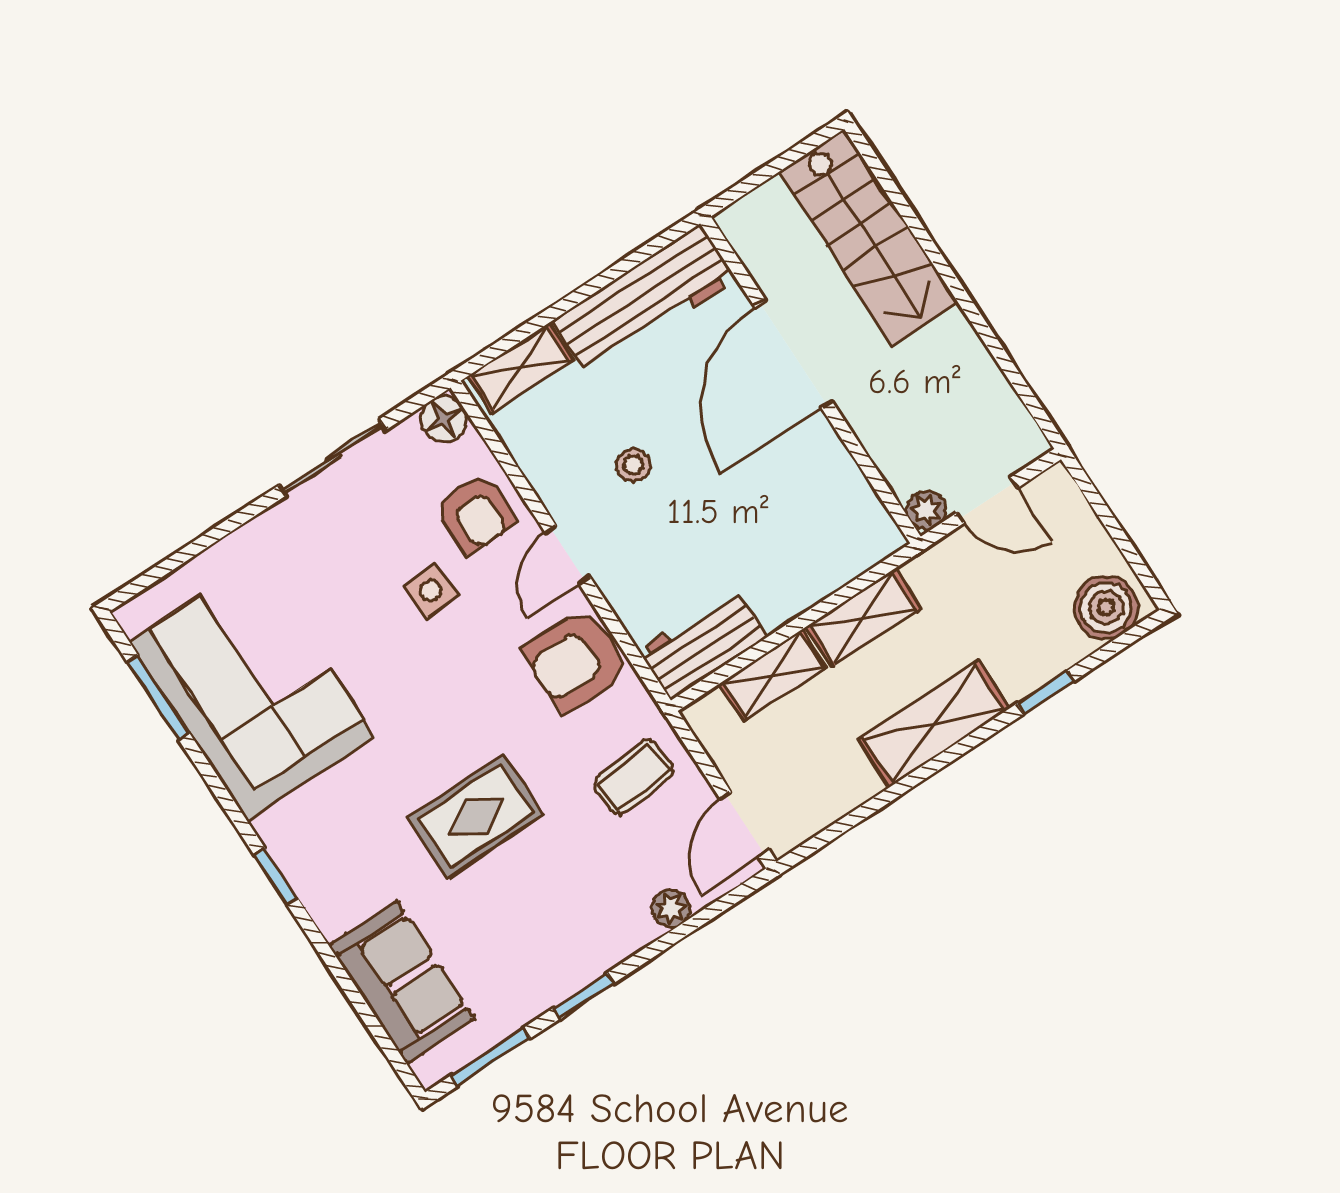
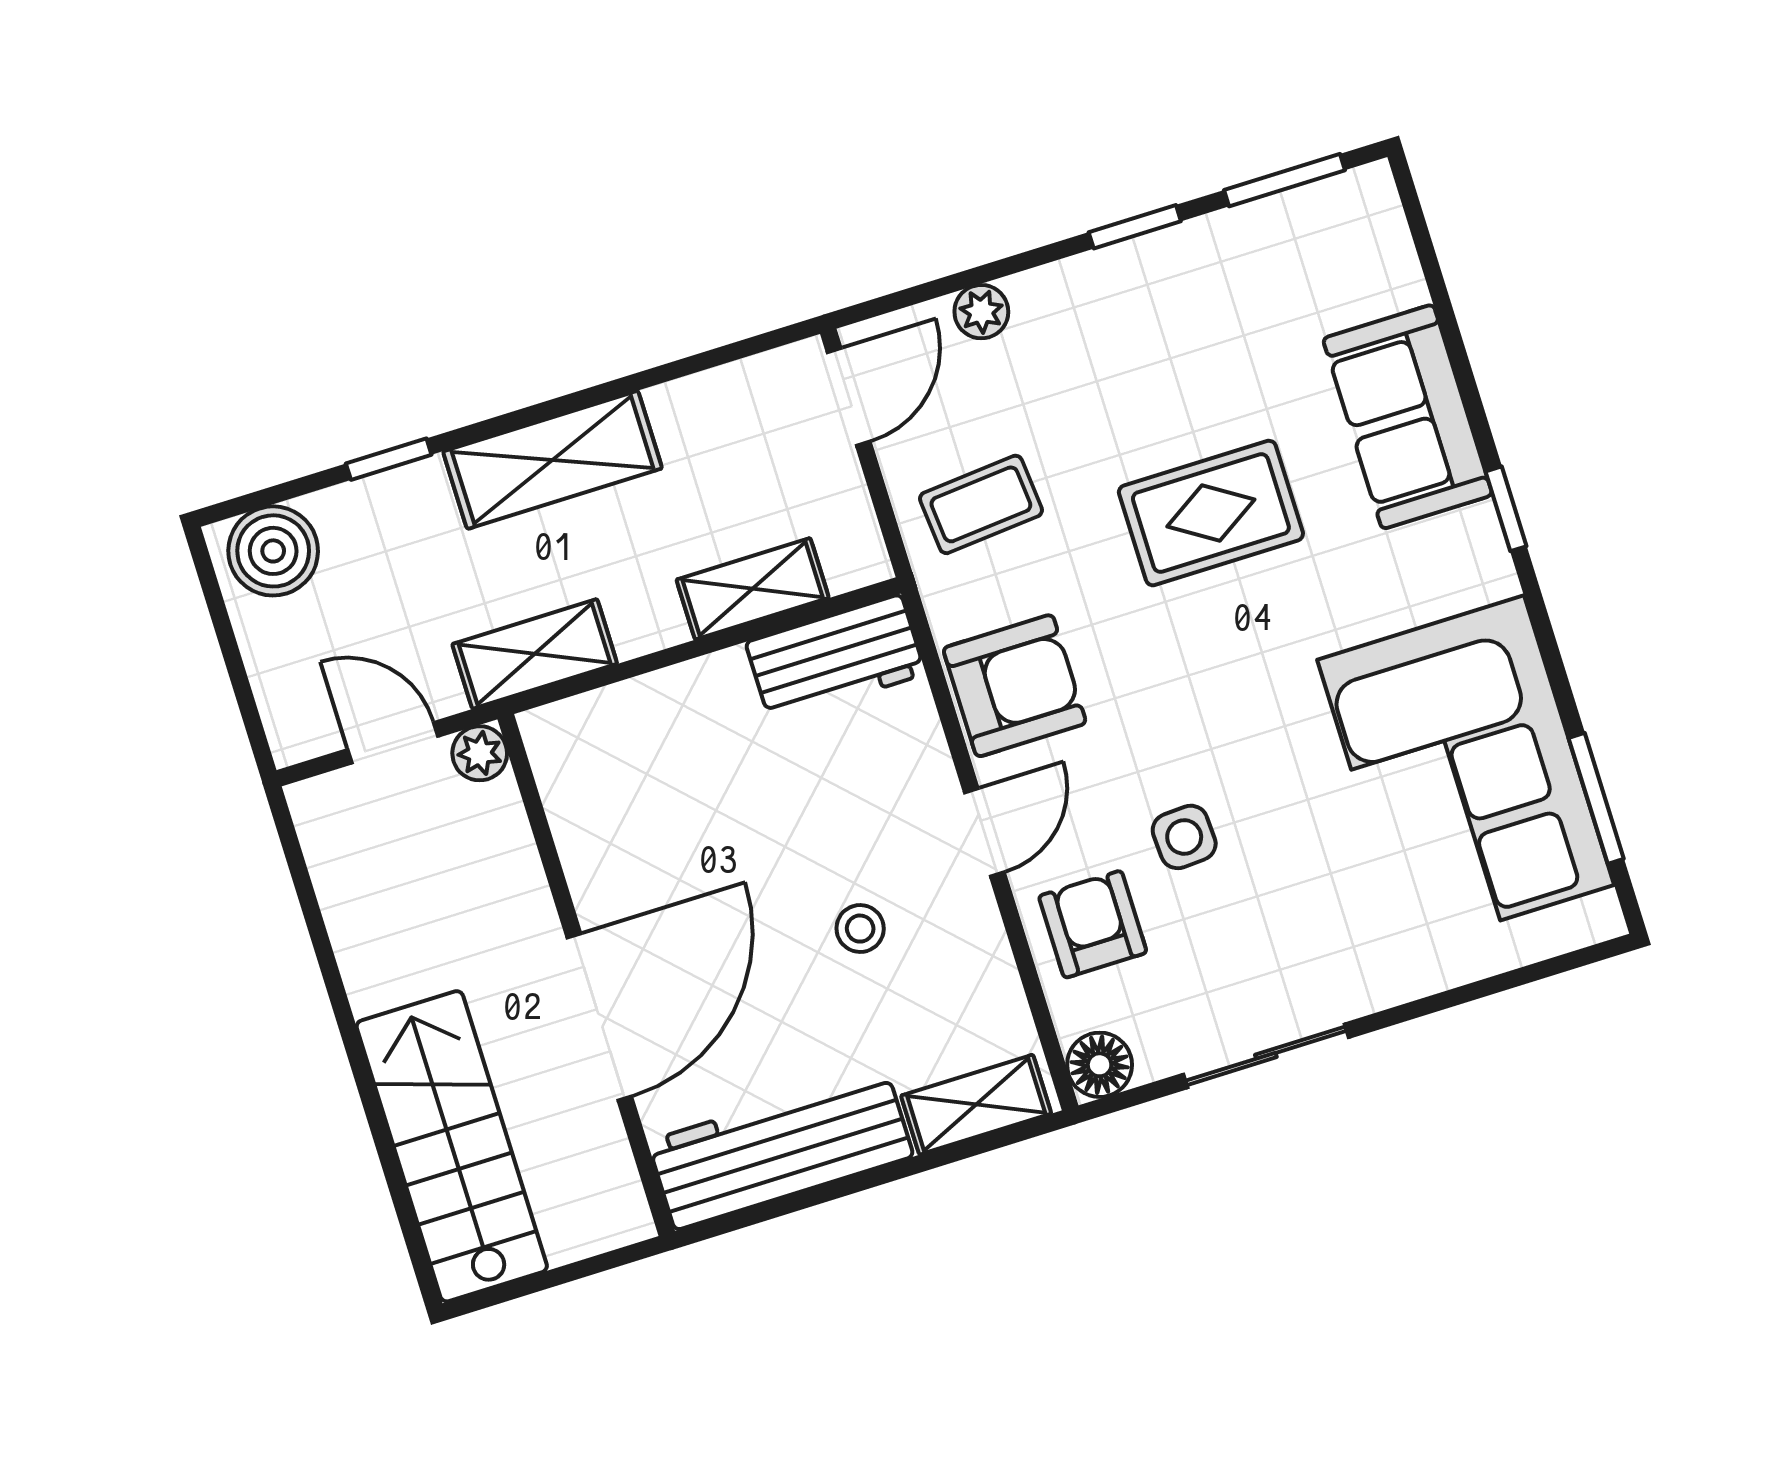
shelving: (863, 618) -> (535, 654), moved
sofa: (402, 982) -> (1408, 417), moved

